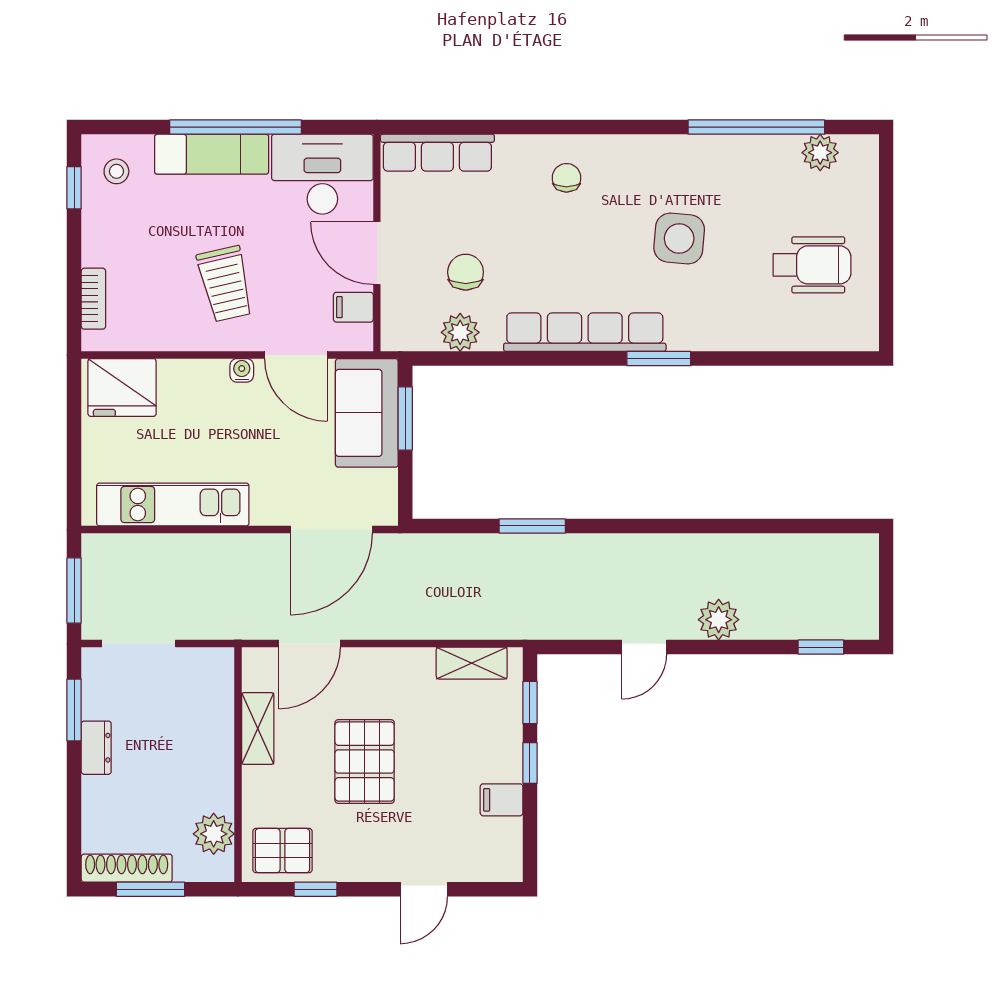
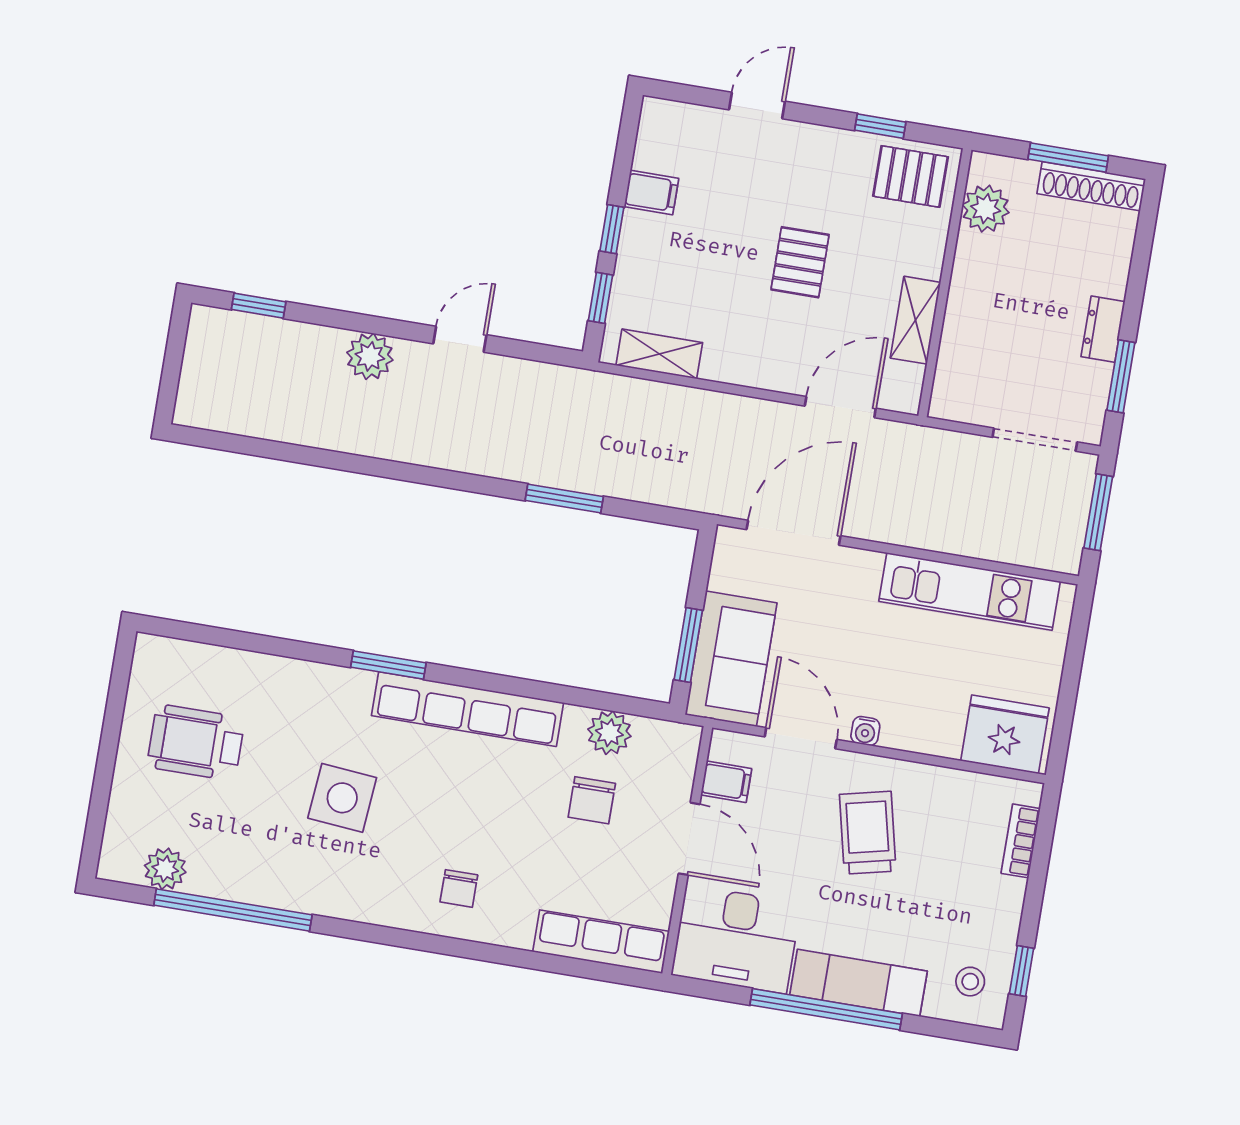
pallet: (365, 762) -> (800, 262), width x0.67, depth x0.71

